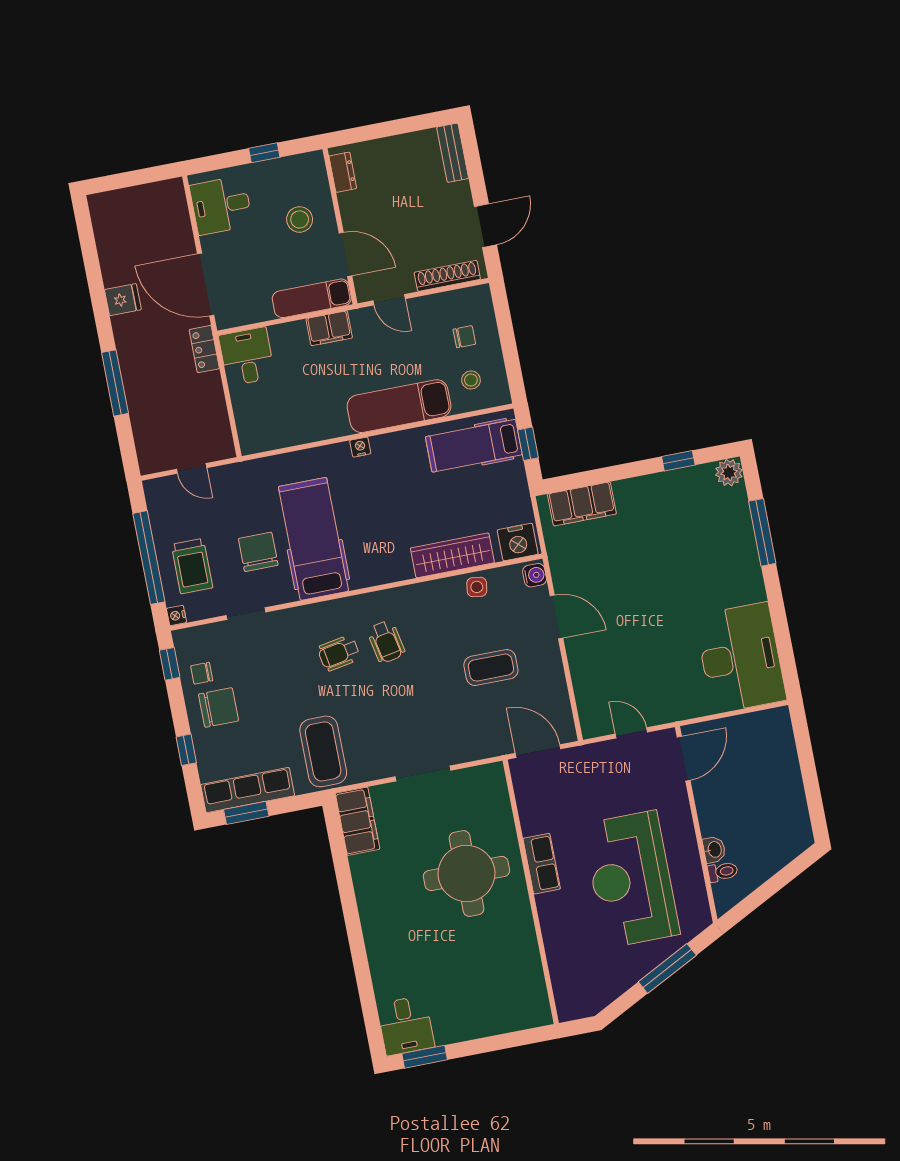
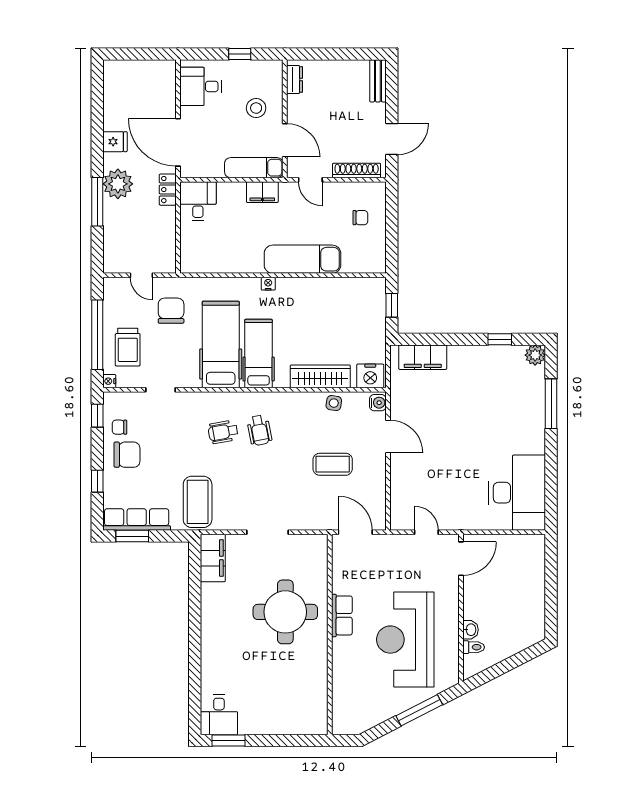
plant: (137, 354) -> (118, 184), added
stool: (471, 380) -> (359, 250), removed
hospital bed: (474, 446) -> (259, 354), moved, turned 90
chair: (258, 552) -> (171, 311), moved

